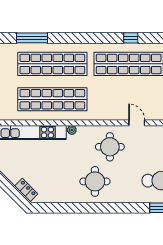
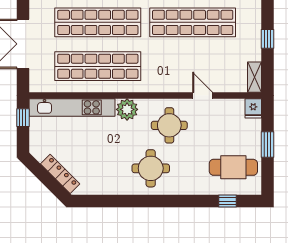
plant: (72, 130) -> (127, 109), width x1.88, depth x1.88
locker: (26, 190) -> (60, 174), width x1.53

